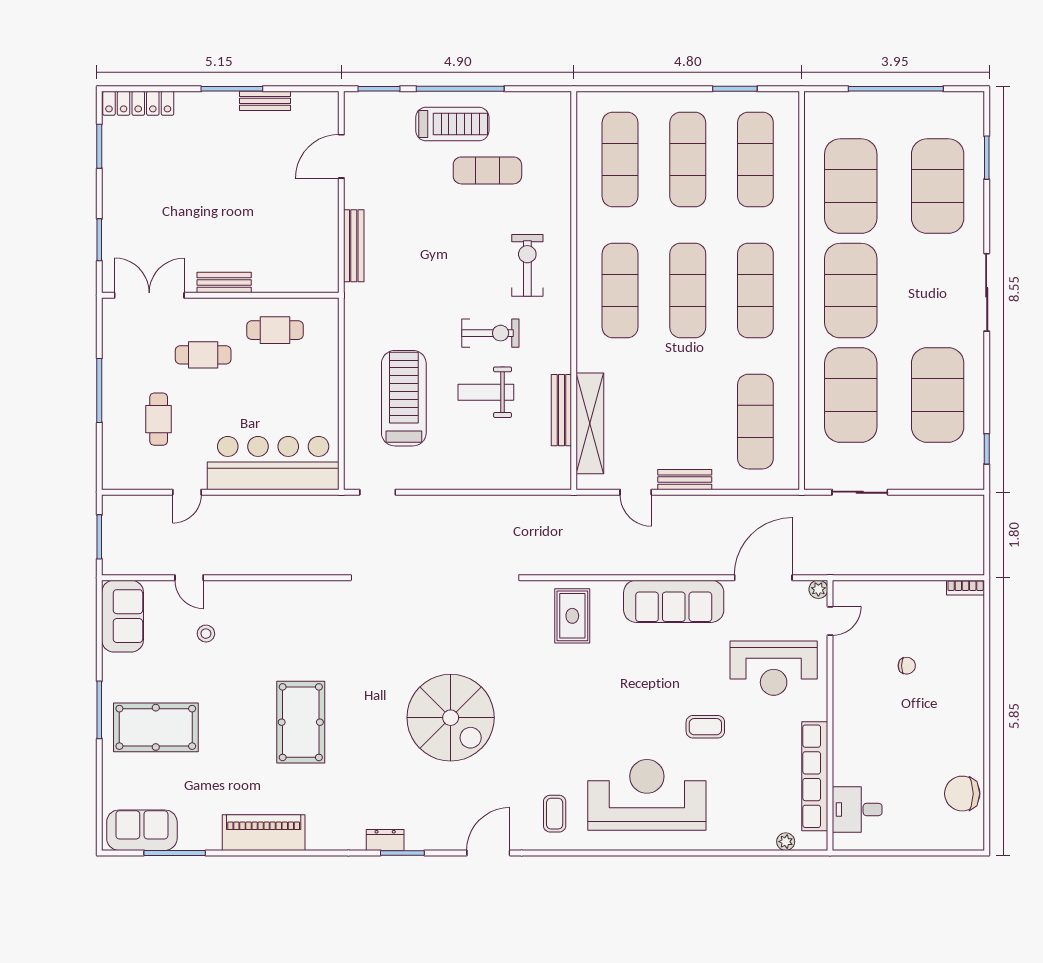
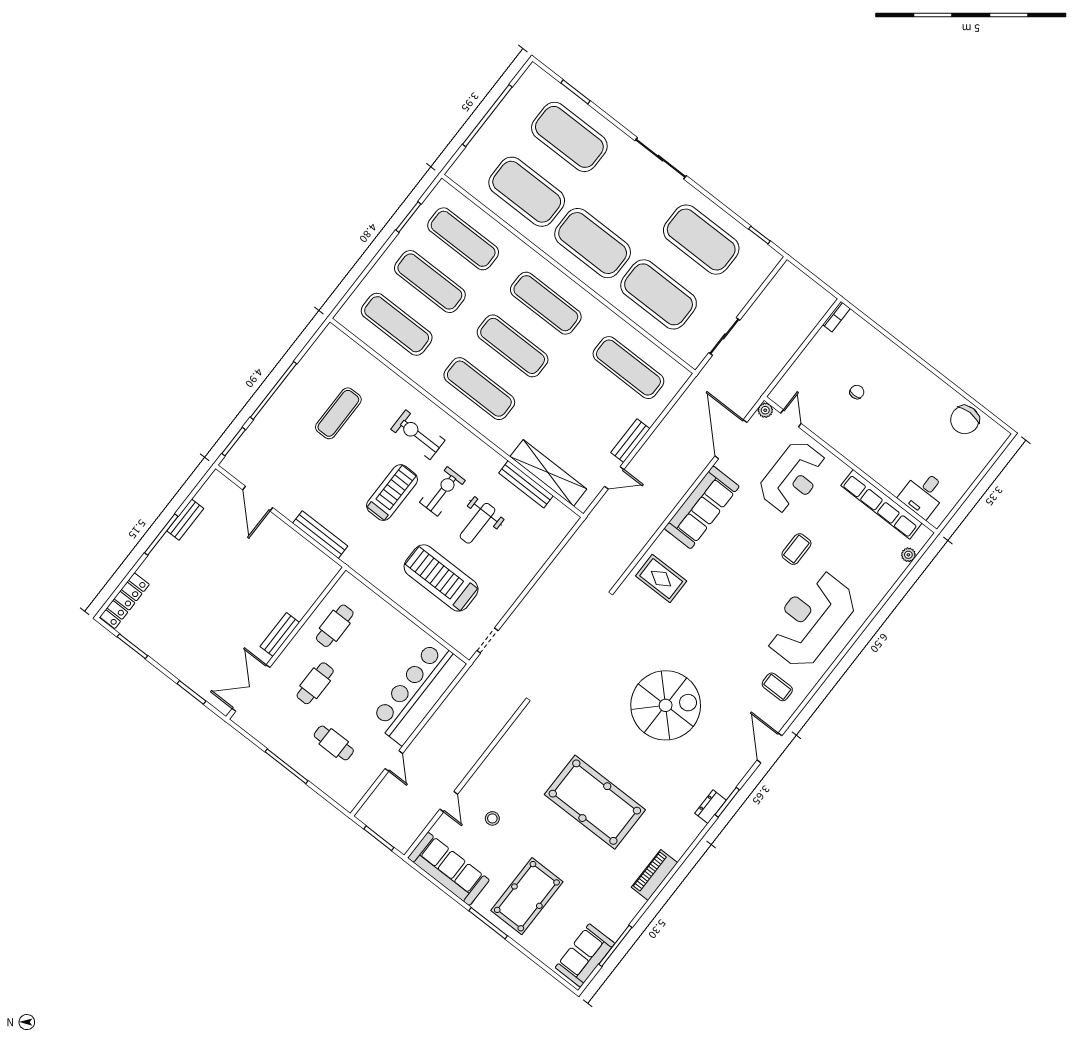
treadmill: (452, 124) -> (392, 493), moved
door: (189, 578) -> (449, 802), hinge flipped
sofa: (123, 616) -> (449, 869), width x1.36
pool table: (301, 722) -> (595, 802), width x1.36, depth x1.32
piano: (264, 833) -> (654, 875), width x0.73, depth x0.75

